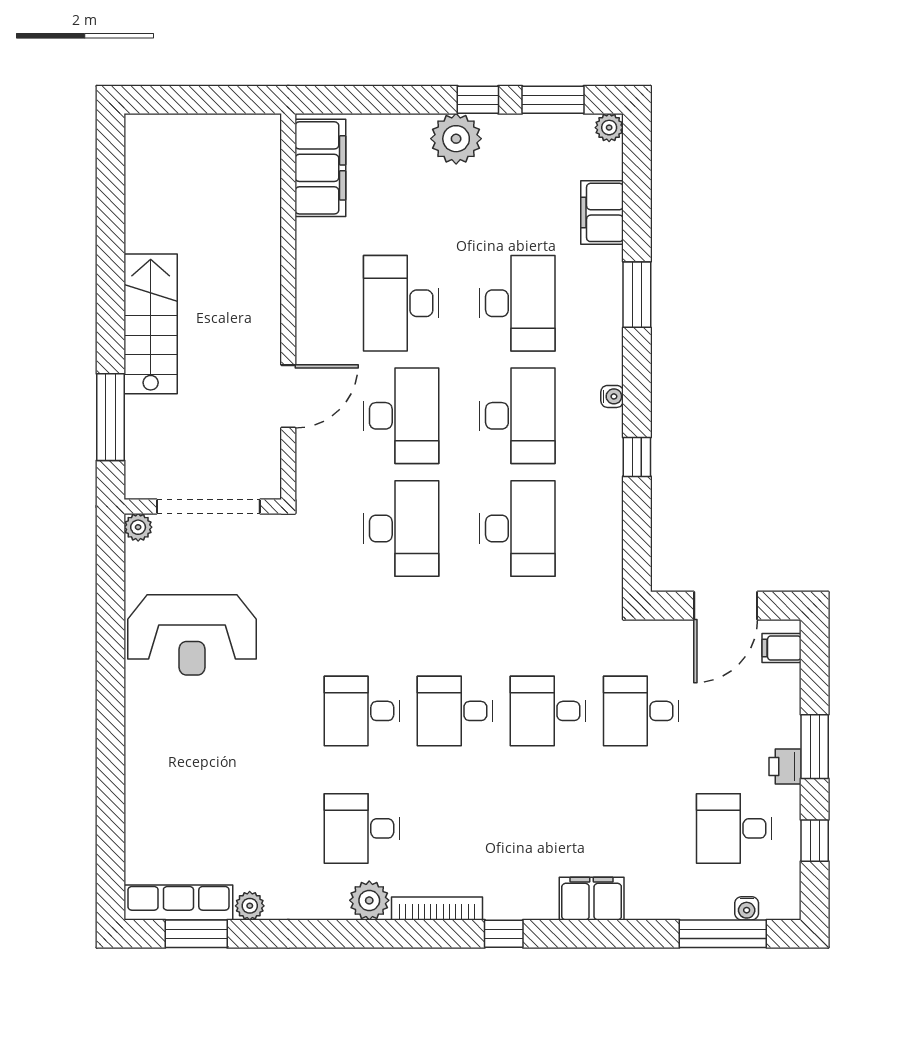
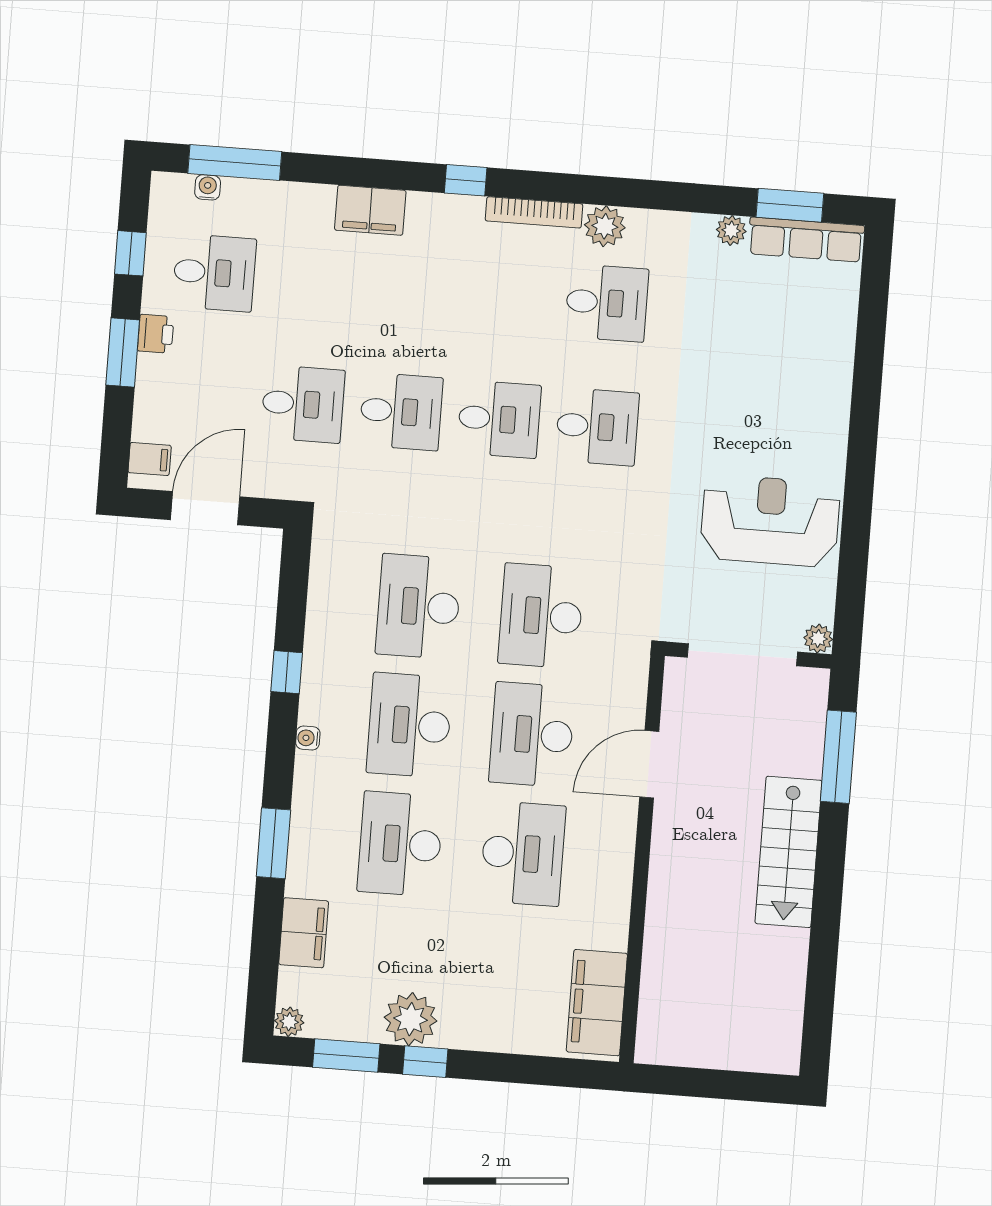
plant: (456, 139) -> (411, 1019), moved

